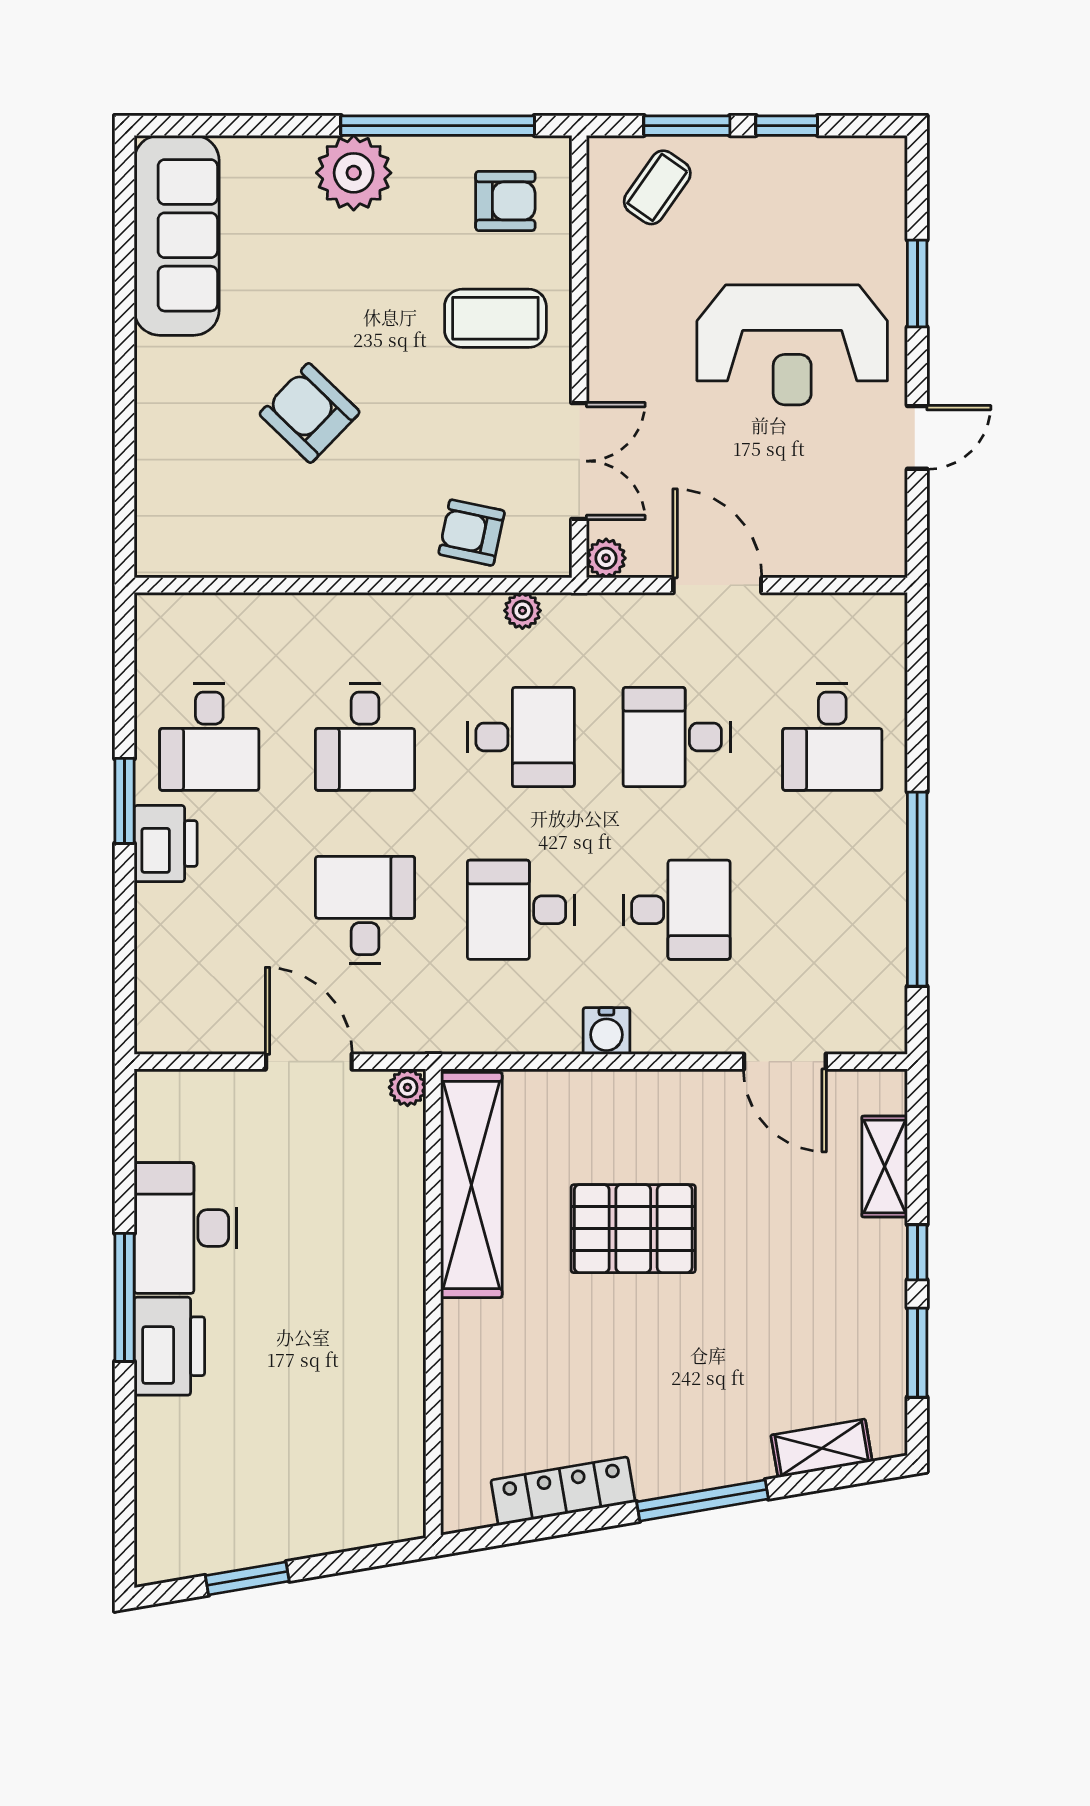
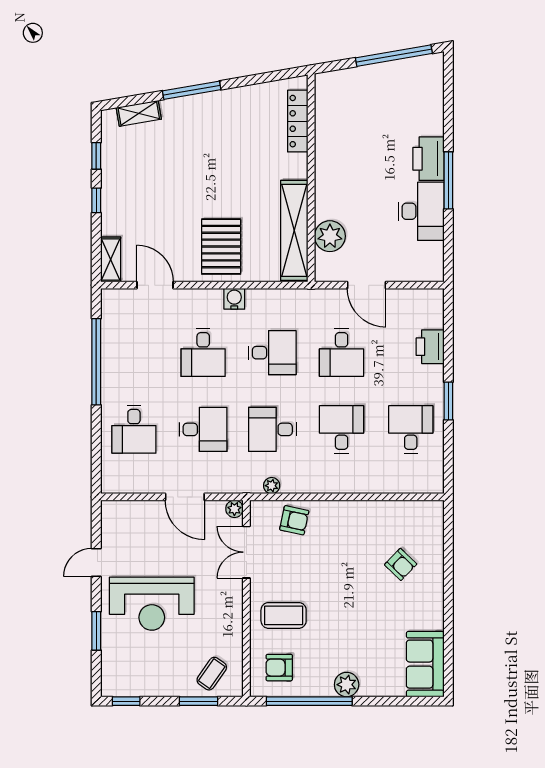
window: (787, 126) -> (126, 701), moved
plant: (354, 173) -> (347, 685), width x0.73, depth x0.73
sofa: (177, 235) -> (425, 664), width x0.73
reception desk: (792, 345) -> (152, 604), turned 180
armchair: (310, 413) -> (401, 564), moved, width x0.72, depth x0.72
desk: (832, 737) -> (134, 429), turned 180
printer: (166, 844) -> (430, 347), moved
desk: (677, 910) -> (203, 353), turned -90
plant: (407, 1087) -> (330, 236), moved, width x1.87, depth x1.87
shelving: (885, 1167) -> (111, 259), moved
pallet: (633, 1229) -> (221, 247), moved, turned 90
window: (917, 1353) -> (96, 156), width x0.67
locker: (563, 1491) -> (298, 121), moved, turned 100
window: (247, 1578) -> (394, 56), width x2.11

